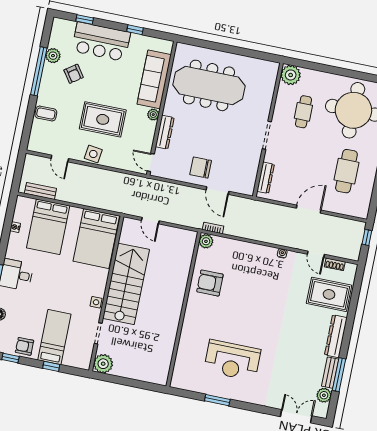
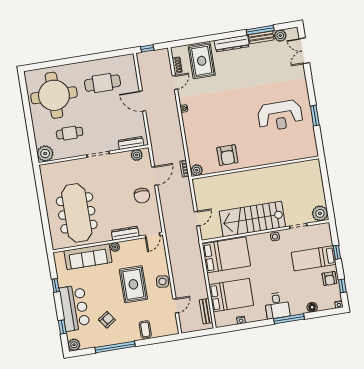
plant: (53, 56) -> (74, 345), moved
plant: (249, 179) -> (137, 155), added
reception desk: (232, 360) -> (280, 116), turned 90

